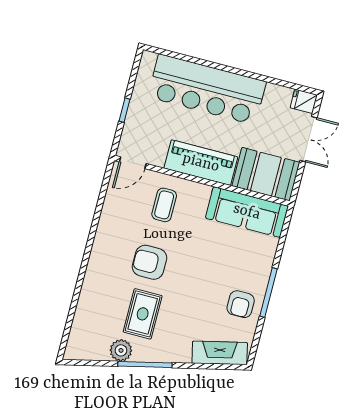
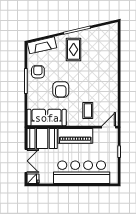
double door: (308, 139) -> (26, 161), swing flipped
armchair: (150, 262) -> (61, 89), moved, turned 90
rug: (143, 314) -> (74, 50), moved
plant: (121, 350) -> (90, 34), removed

